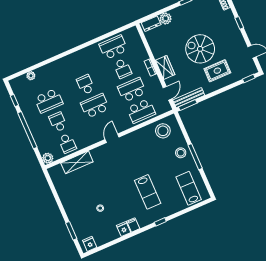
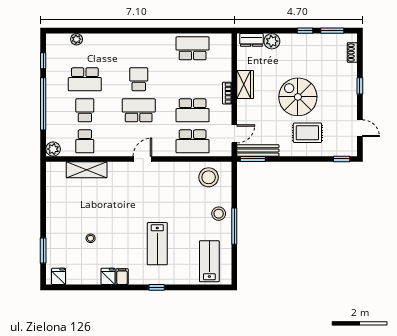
wardrobe: (165, 67) -> (245, 85), moved
school desk: (123, 68) -> (193, 79), removed
school desk: (132, 90) -> (193, 110), turned 180

